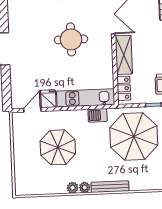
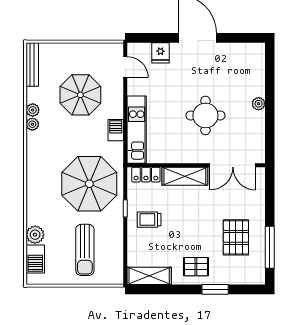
fridge: (48, 99) -> (161, 53), moved, turned 90
barbecue: (98, 115) -> (116, 130), moved
bench: (110, 187) -> (32, 64), moved

